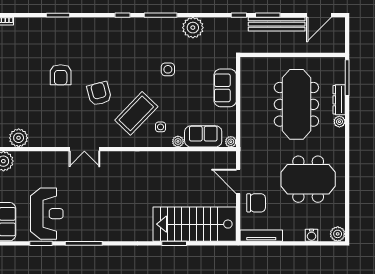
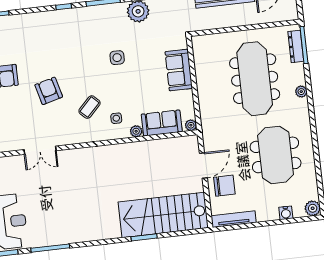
dresser: (339, 100) -> (296, 46), moved
coffee table: (136, 113) -> (90, 107), width x0.54, depth x0.58
meeting table: (308, 179) -> (276, 155), turned 90
door: (238, 181) -> (203, 166), swing flipped

